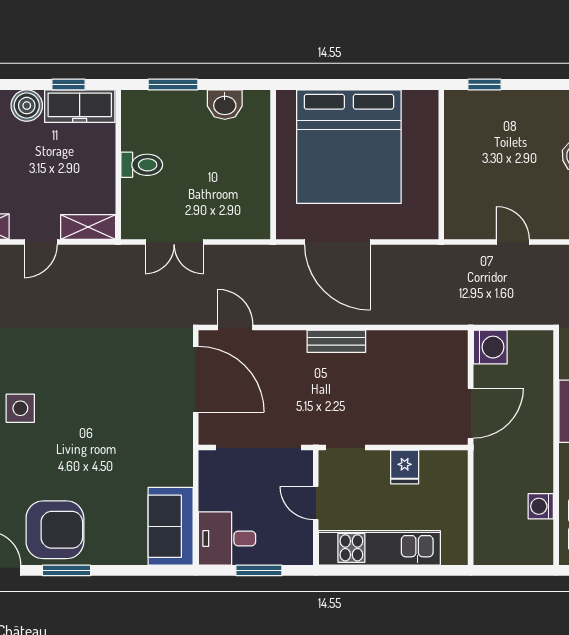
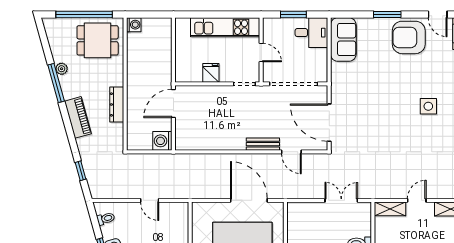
door: (235, 327) -> (291, 152), moved
bench: (336, 341) -> (263, 144), moved
washing machine: (541, 506) -> (134, 25), moved
window: (67, 570) -> (387, 14), moved

